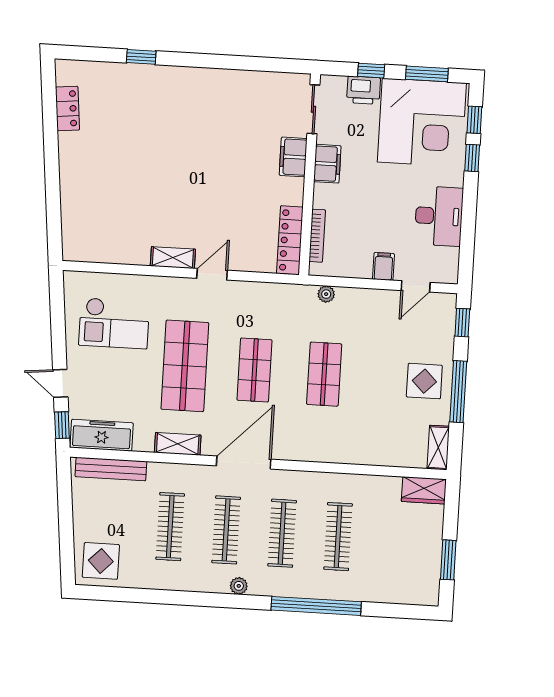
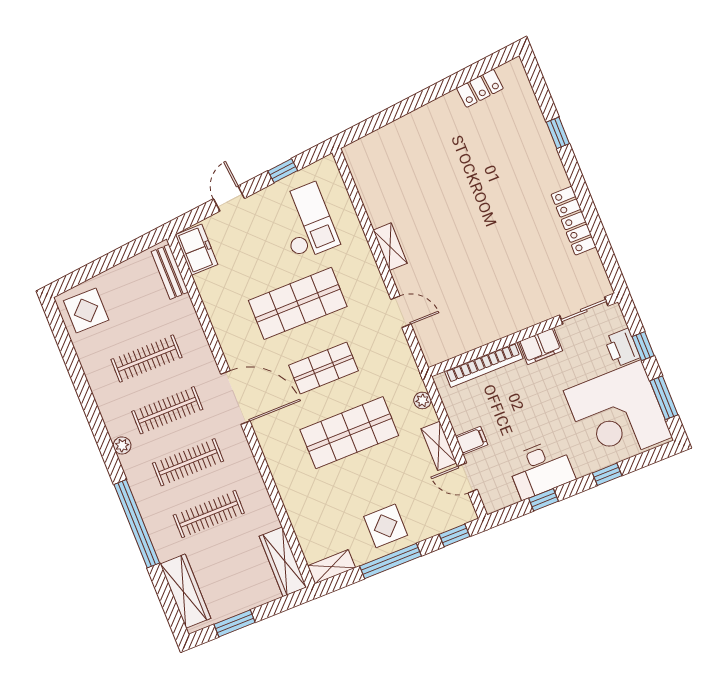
window: (474, 120) -> (544, 500), moved
filing cabinet: (293, 157) -> (532, 313), removed
bookcase: (317, 236) -> (484, 365), width x1.48, depth x1.31
locker: (290, 240) -> (574, 221), moved, turned -90
door: (212, 274) -> (401, 312), moved
checkout: (114, 323) -> (306, 221), turned 180
shop shelf: (324, 374) -> (349, 433), width x1.43, depth x1.36
window: (62, 425) -> (283, 171), moved
freezer: (102, 435) -> (197, 250), width x0.71
shelving: (178, 444) -> (439, 446), moved
bench: (111, 469) -> (170, 272), width x0.73
wardrobe: (424, 490) -> (283, 562), width x1.50
wardrobe: (398, 591) -> (185, 591), added

